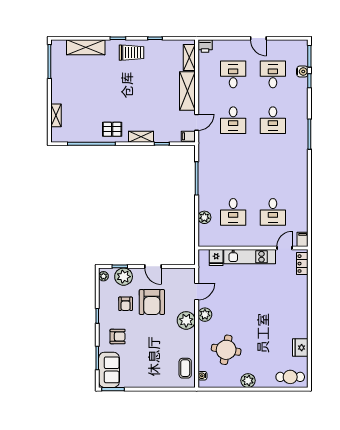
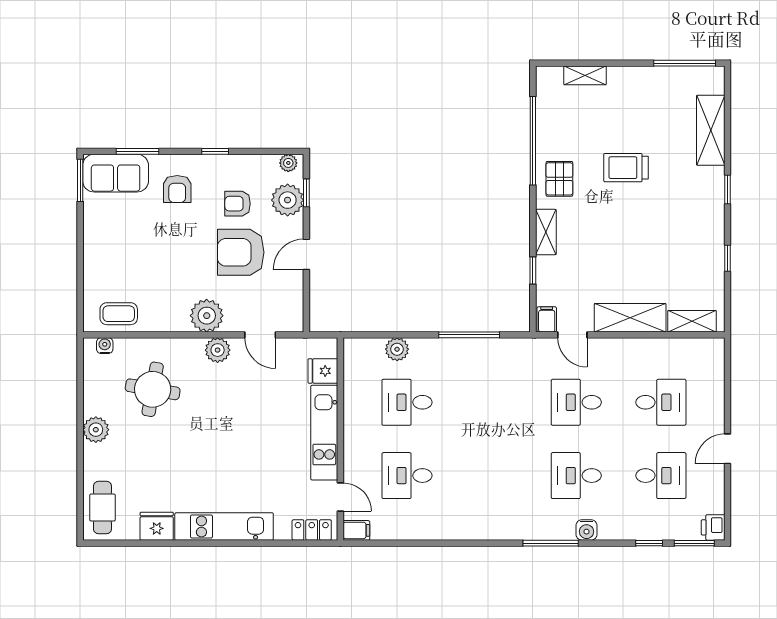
printer: (205, 46) -> (713, 527), moved
trolley: (132, 53) -> (626, 168), moved, turned 90
water cooler: (302, 72) -> (587, 530), moved
kitchen unit: (300, 311) -> (224, 526), added

